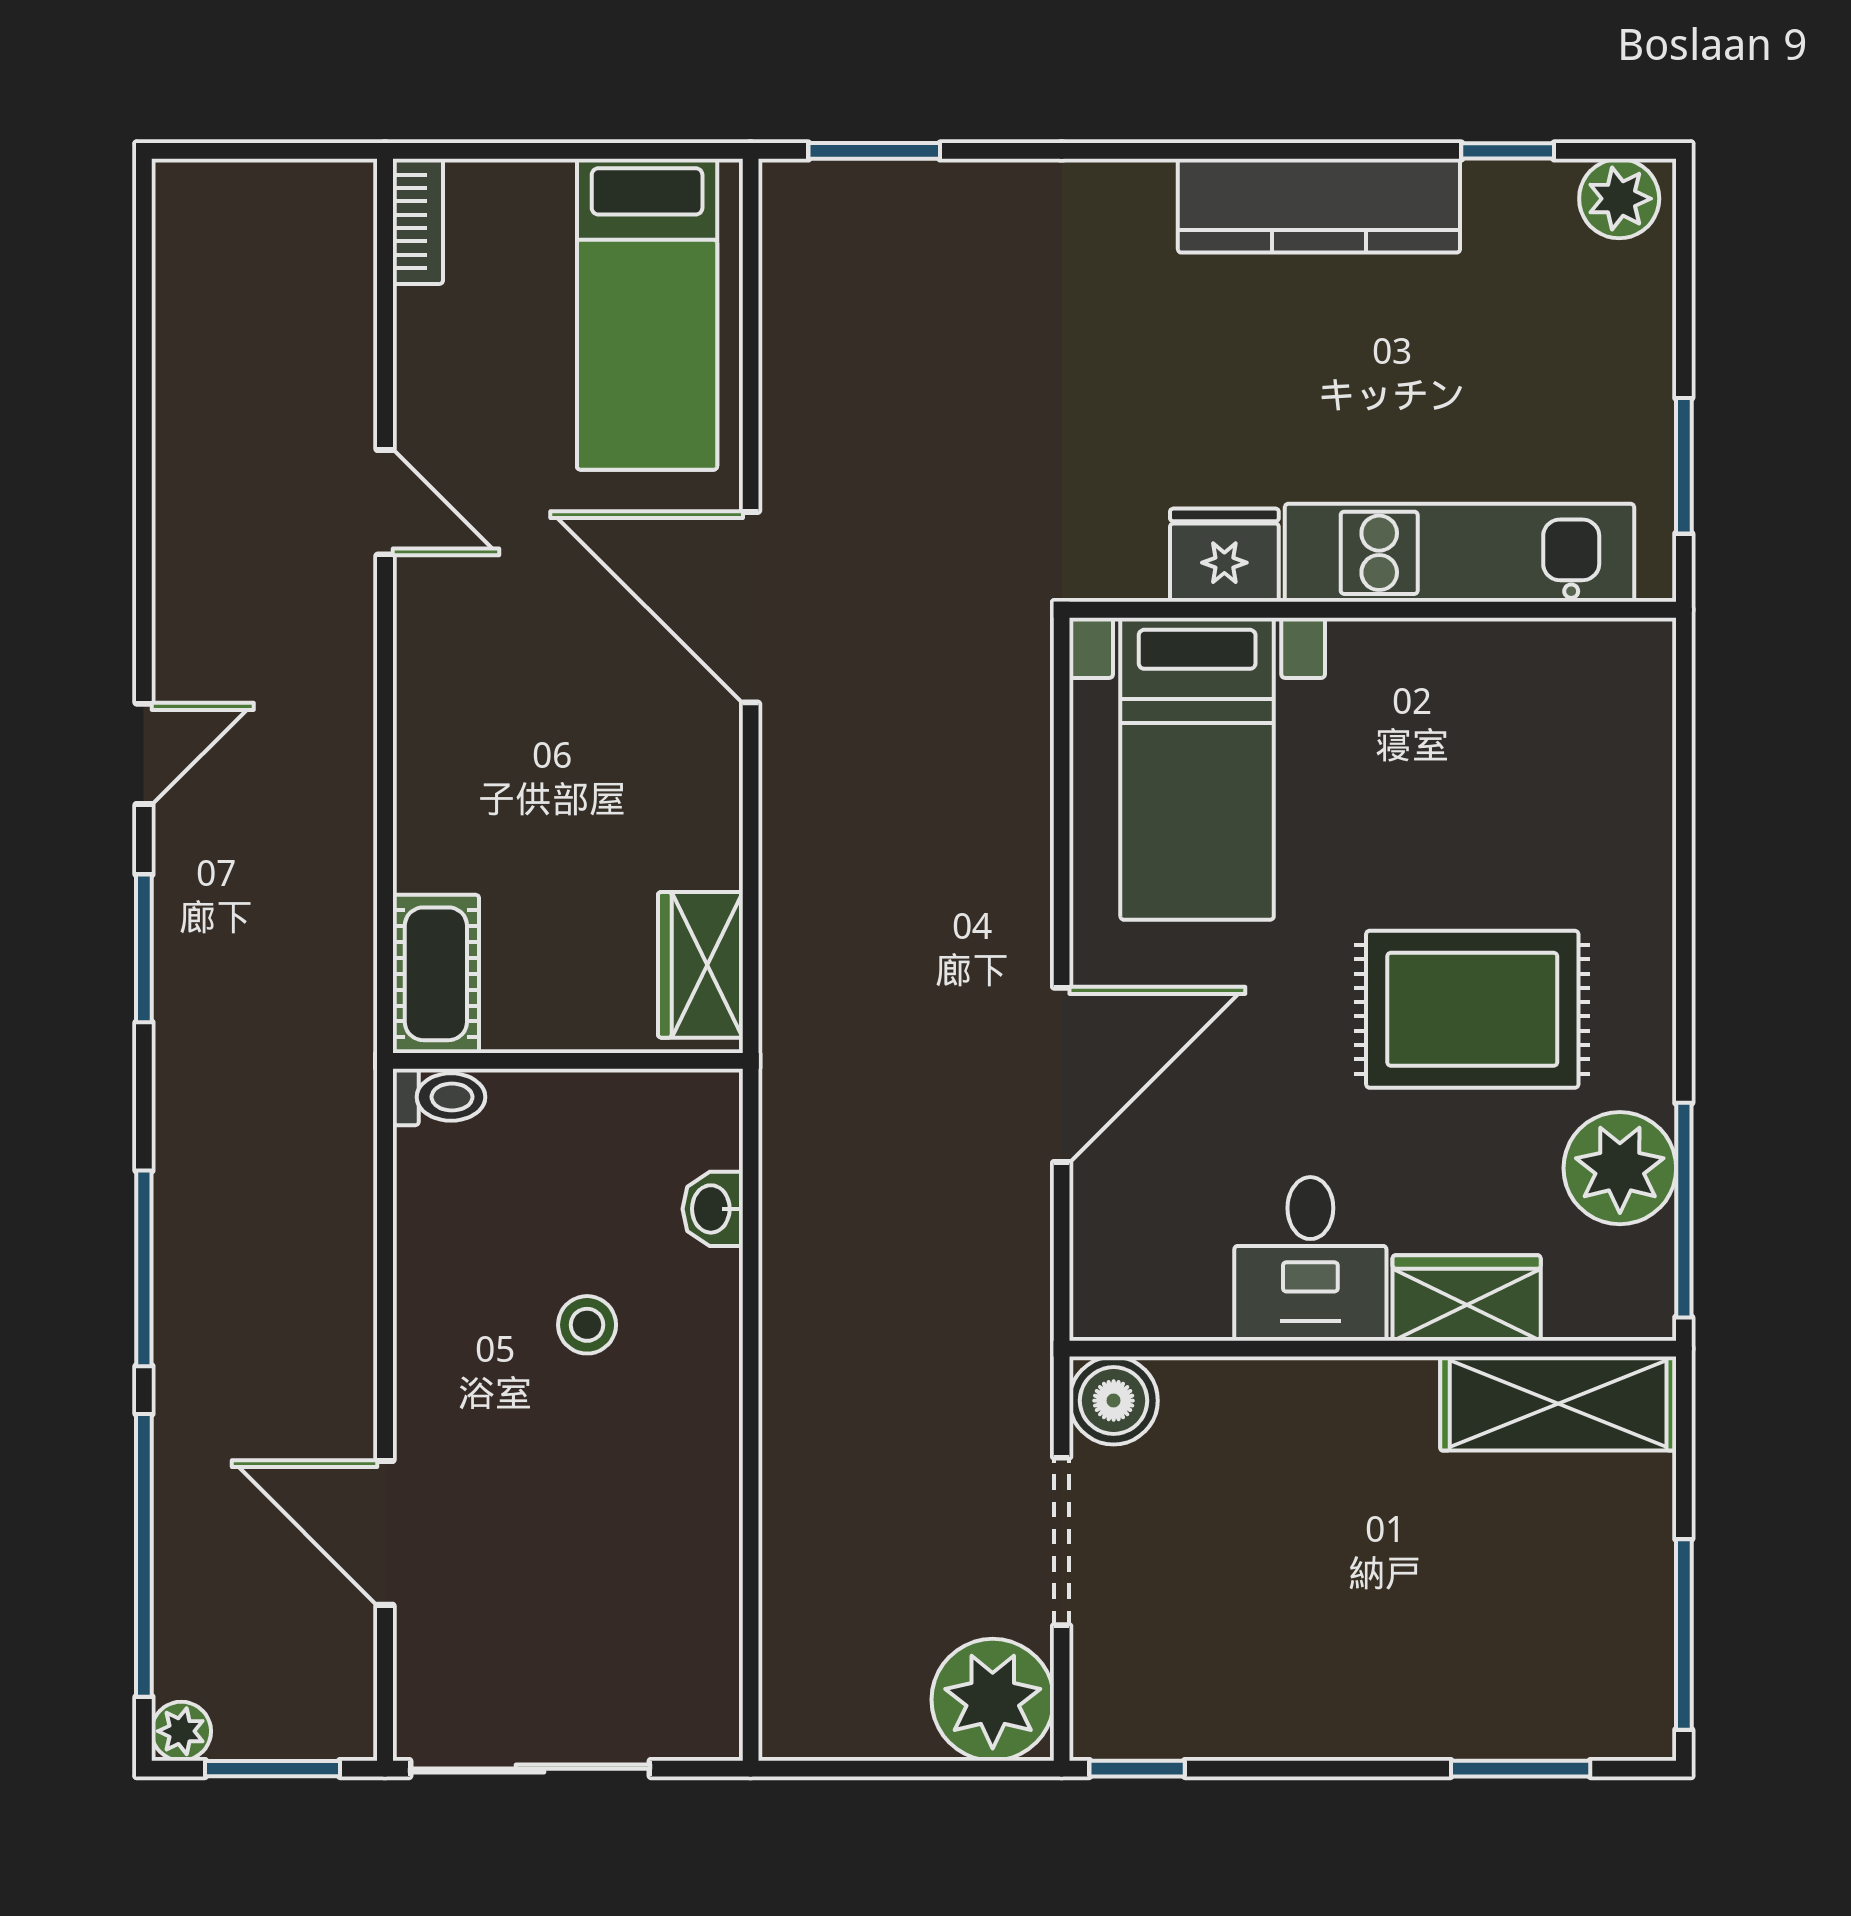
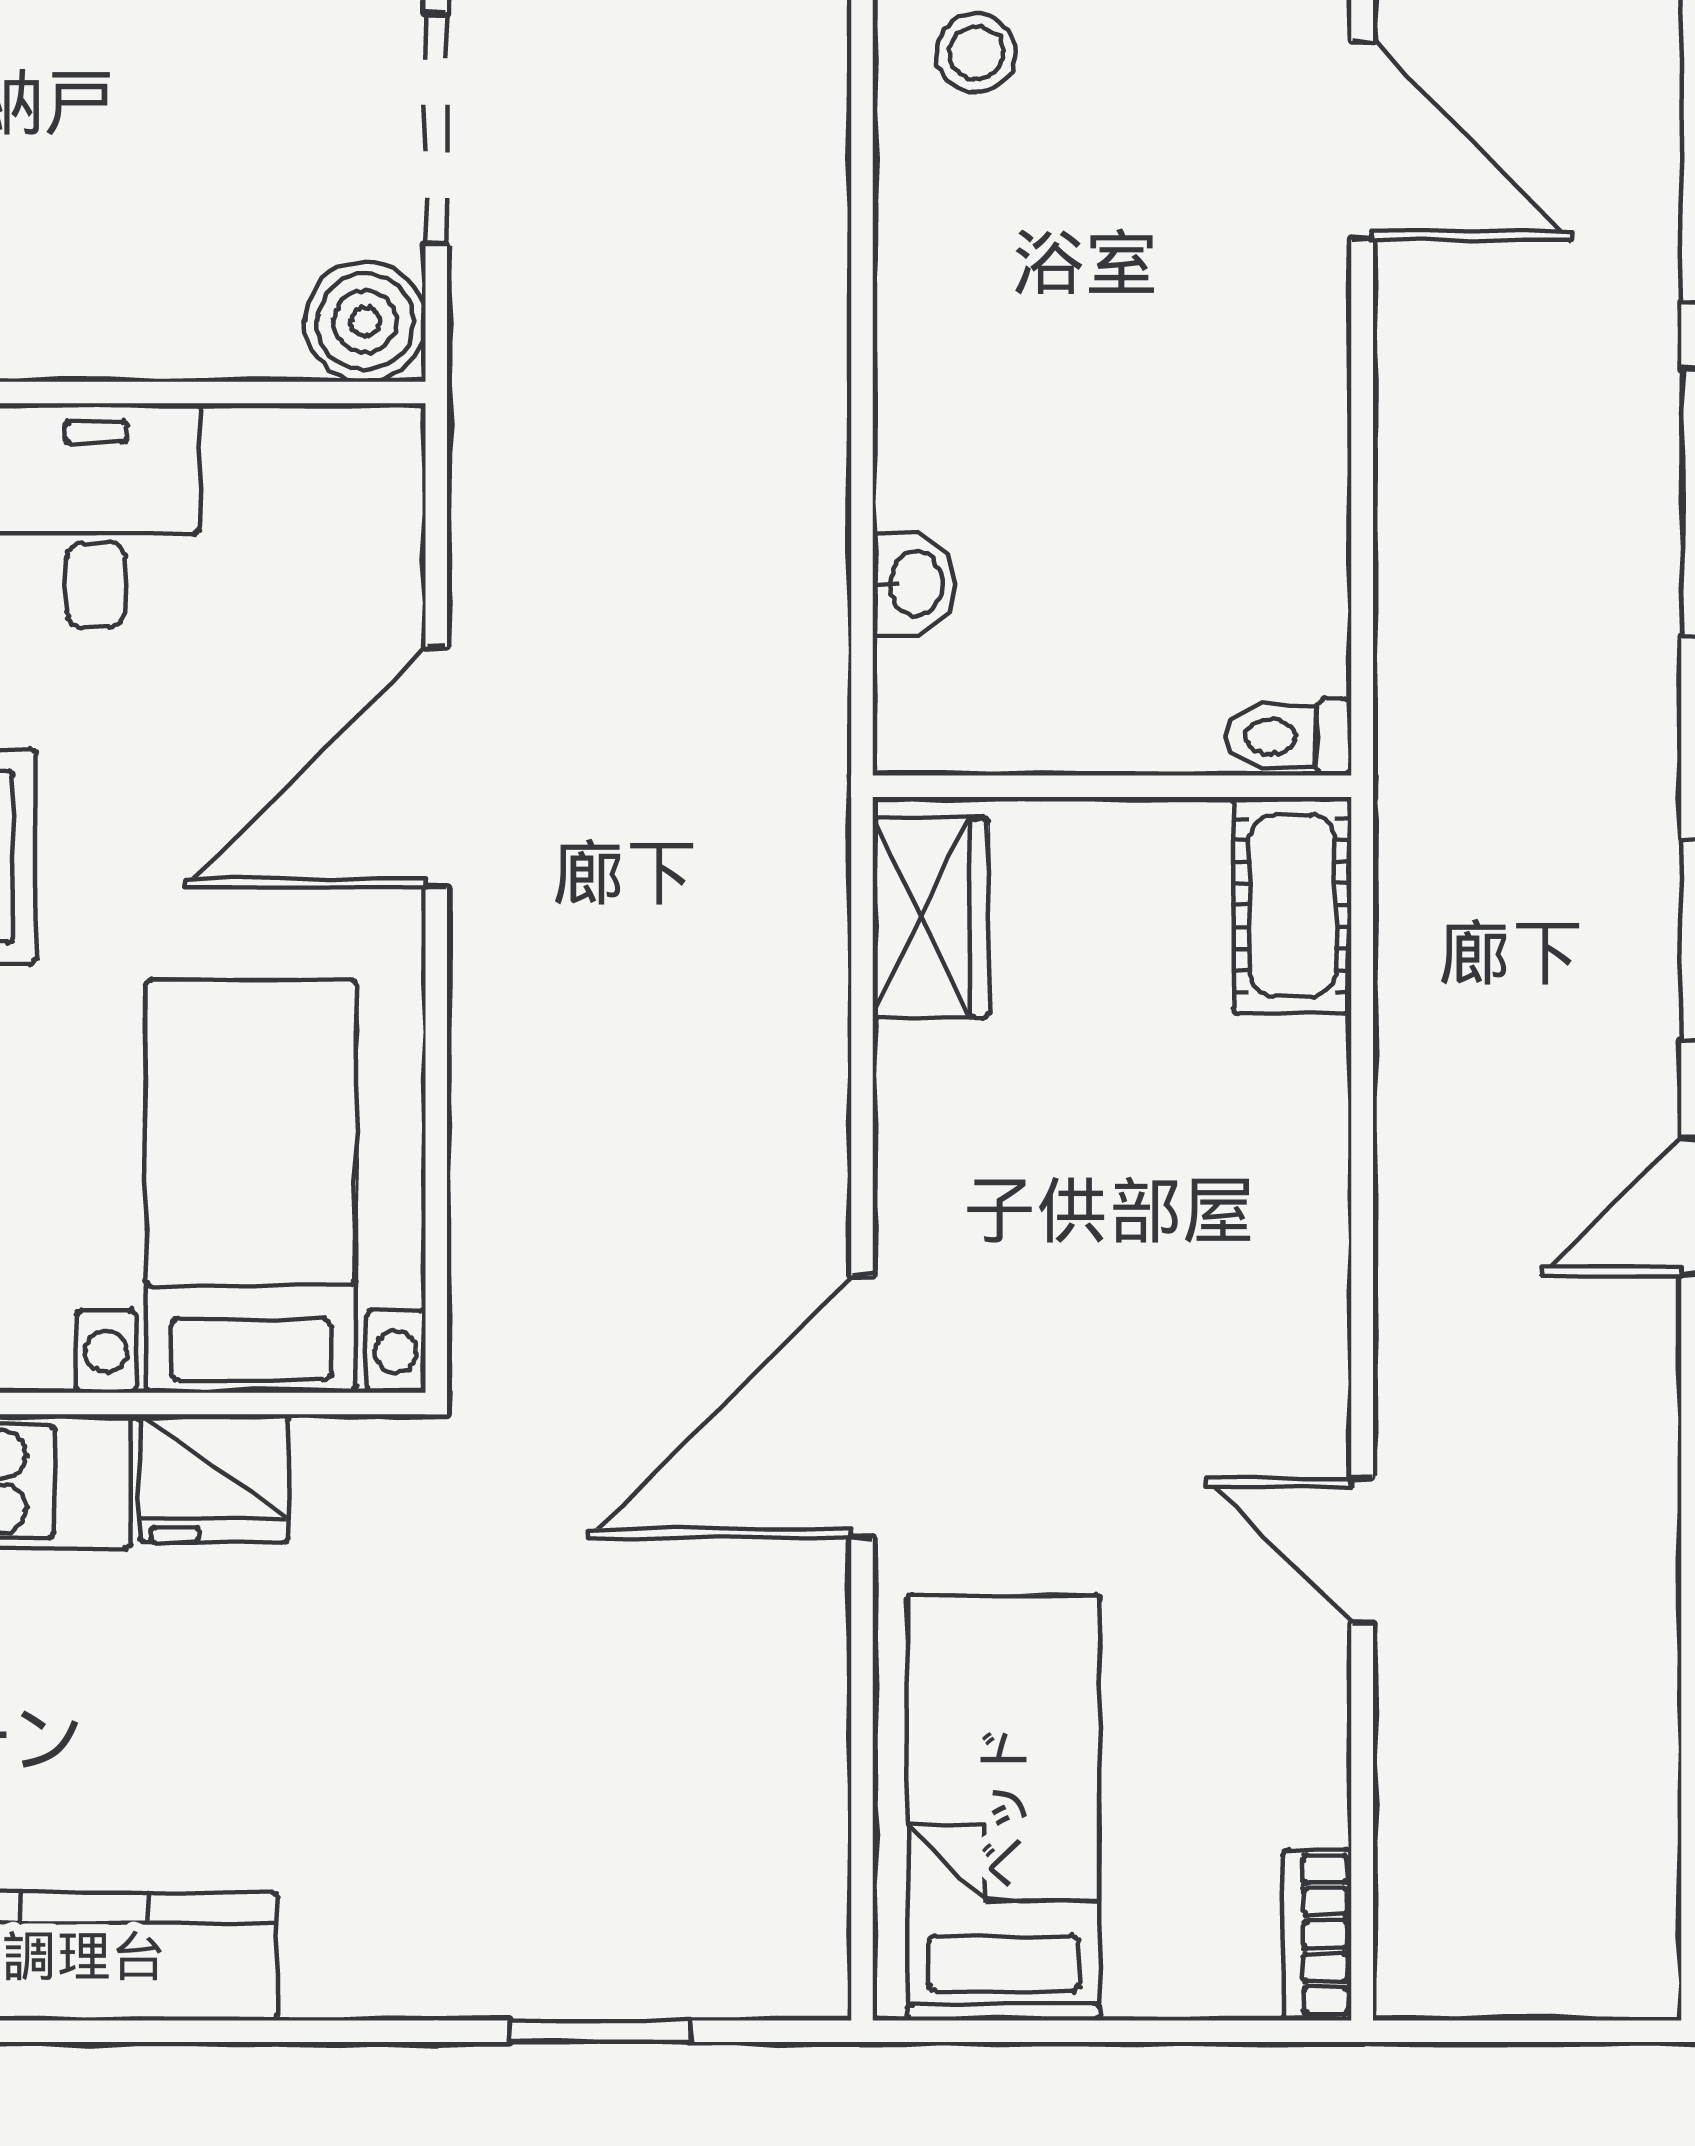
window: (874, 151) -> (600, 2031), moved
door: (751, 607) -> (862, 1407), swing flipped
stool: (587, 1325) -> (976, 53), moved

